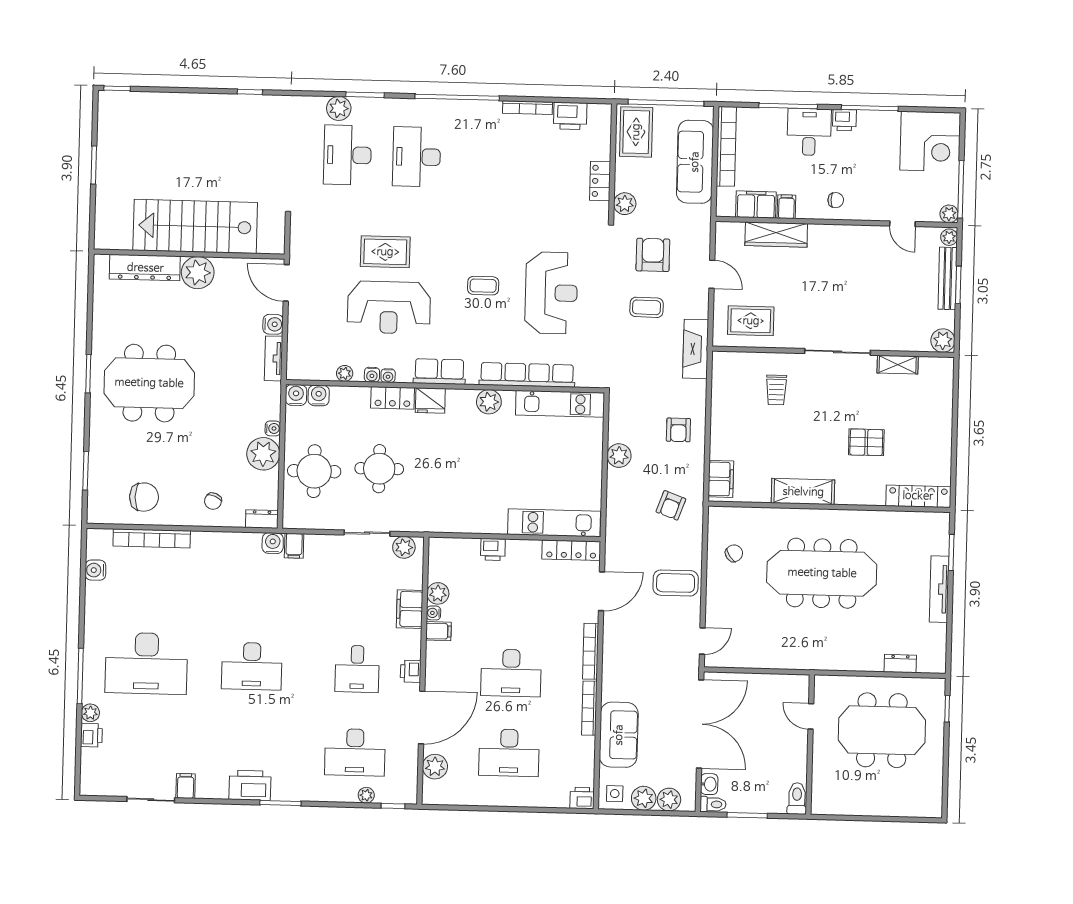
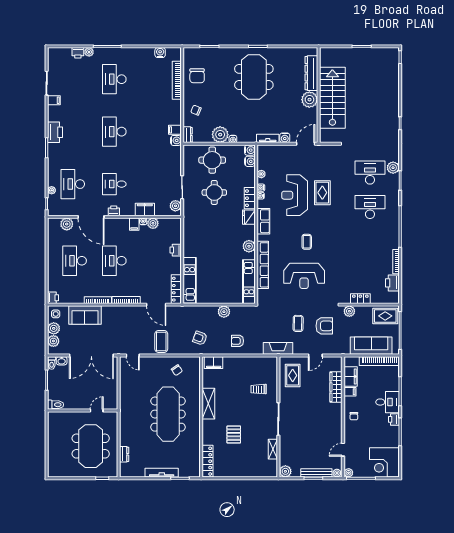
filing cabinet: (294, 546) -> (175, 130), moved
desk: (146, 663) -> (114, 79), width x0.73, depth x0.77

